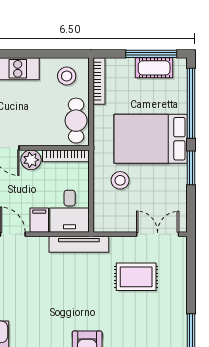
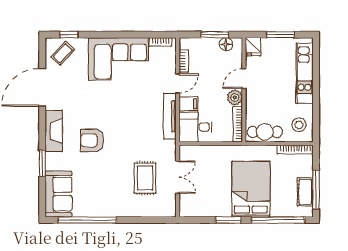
stool: (120, 180) -> (219, 166), removed
double door: (158, 234) -> (178, 177), moved
tv unit: (79, 244) -> (170, 116), moved

